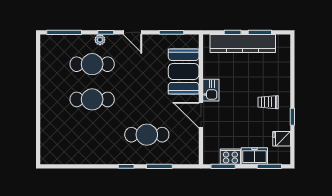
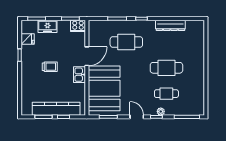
cafe table: (92, 64) -> (166, 94), width x0.73, depth x0.74
booth: (184, 71) -> (104, 88), width x1.36, depth x1.42
trolley: (268, 102) -> (50, 67), moved
door: (201, 115) -> (87, 56), hinge flipped
dresser: (87, 157) -> (170, 25), added
cooker: (230, 157) -> (78, 26), moved

